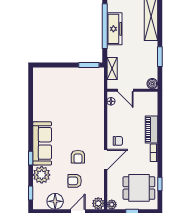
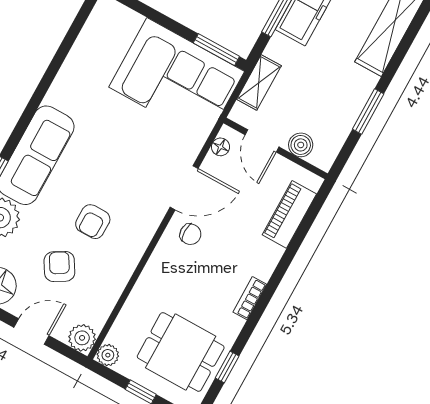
boiler: (152, 84) -> (301, 145), moved
corner sofa: (80, 85) -> (177, 79), added
piano: (151, 129) -> (289, 214), moved
door: (106, 160) -> (184, 188), moved
armchair: (75, 181) -> (59, 266), turned 59

